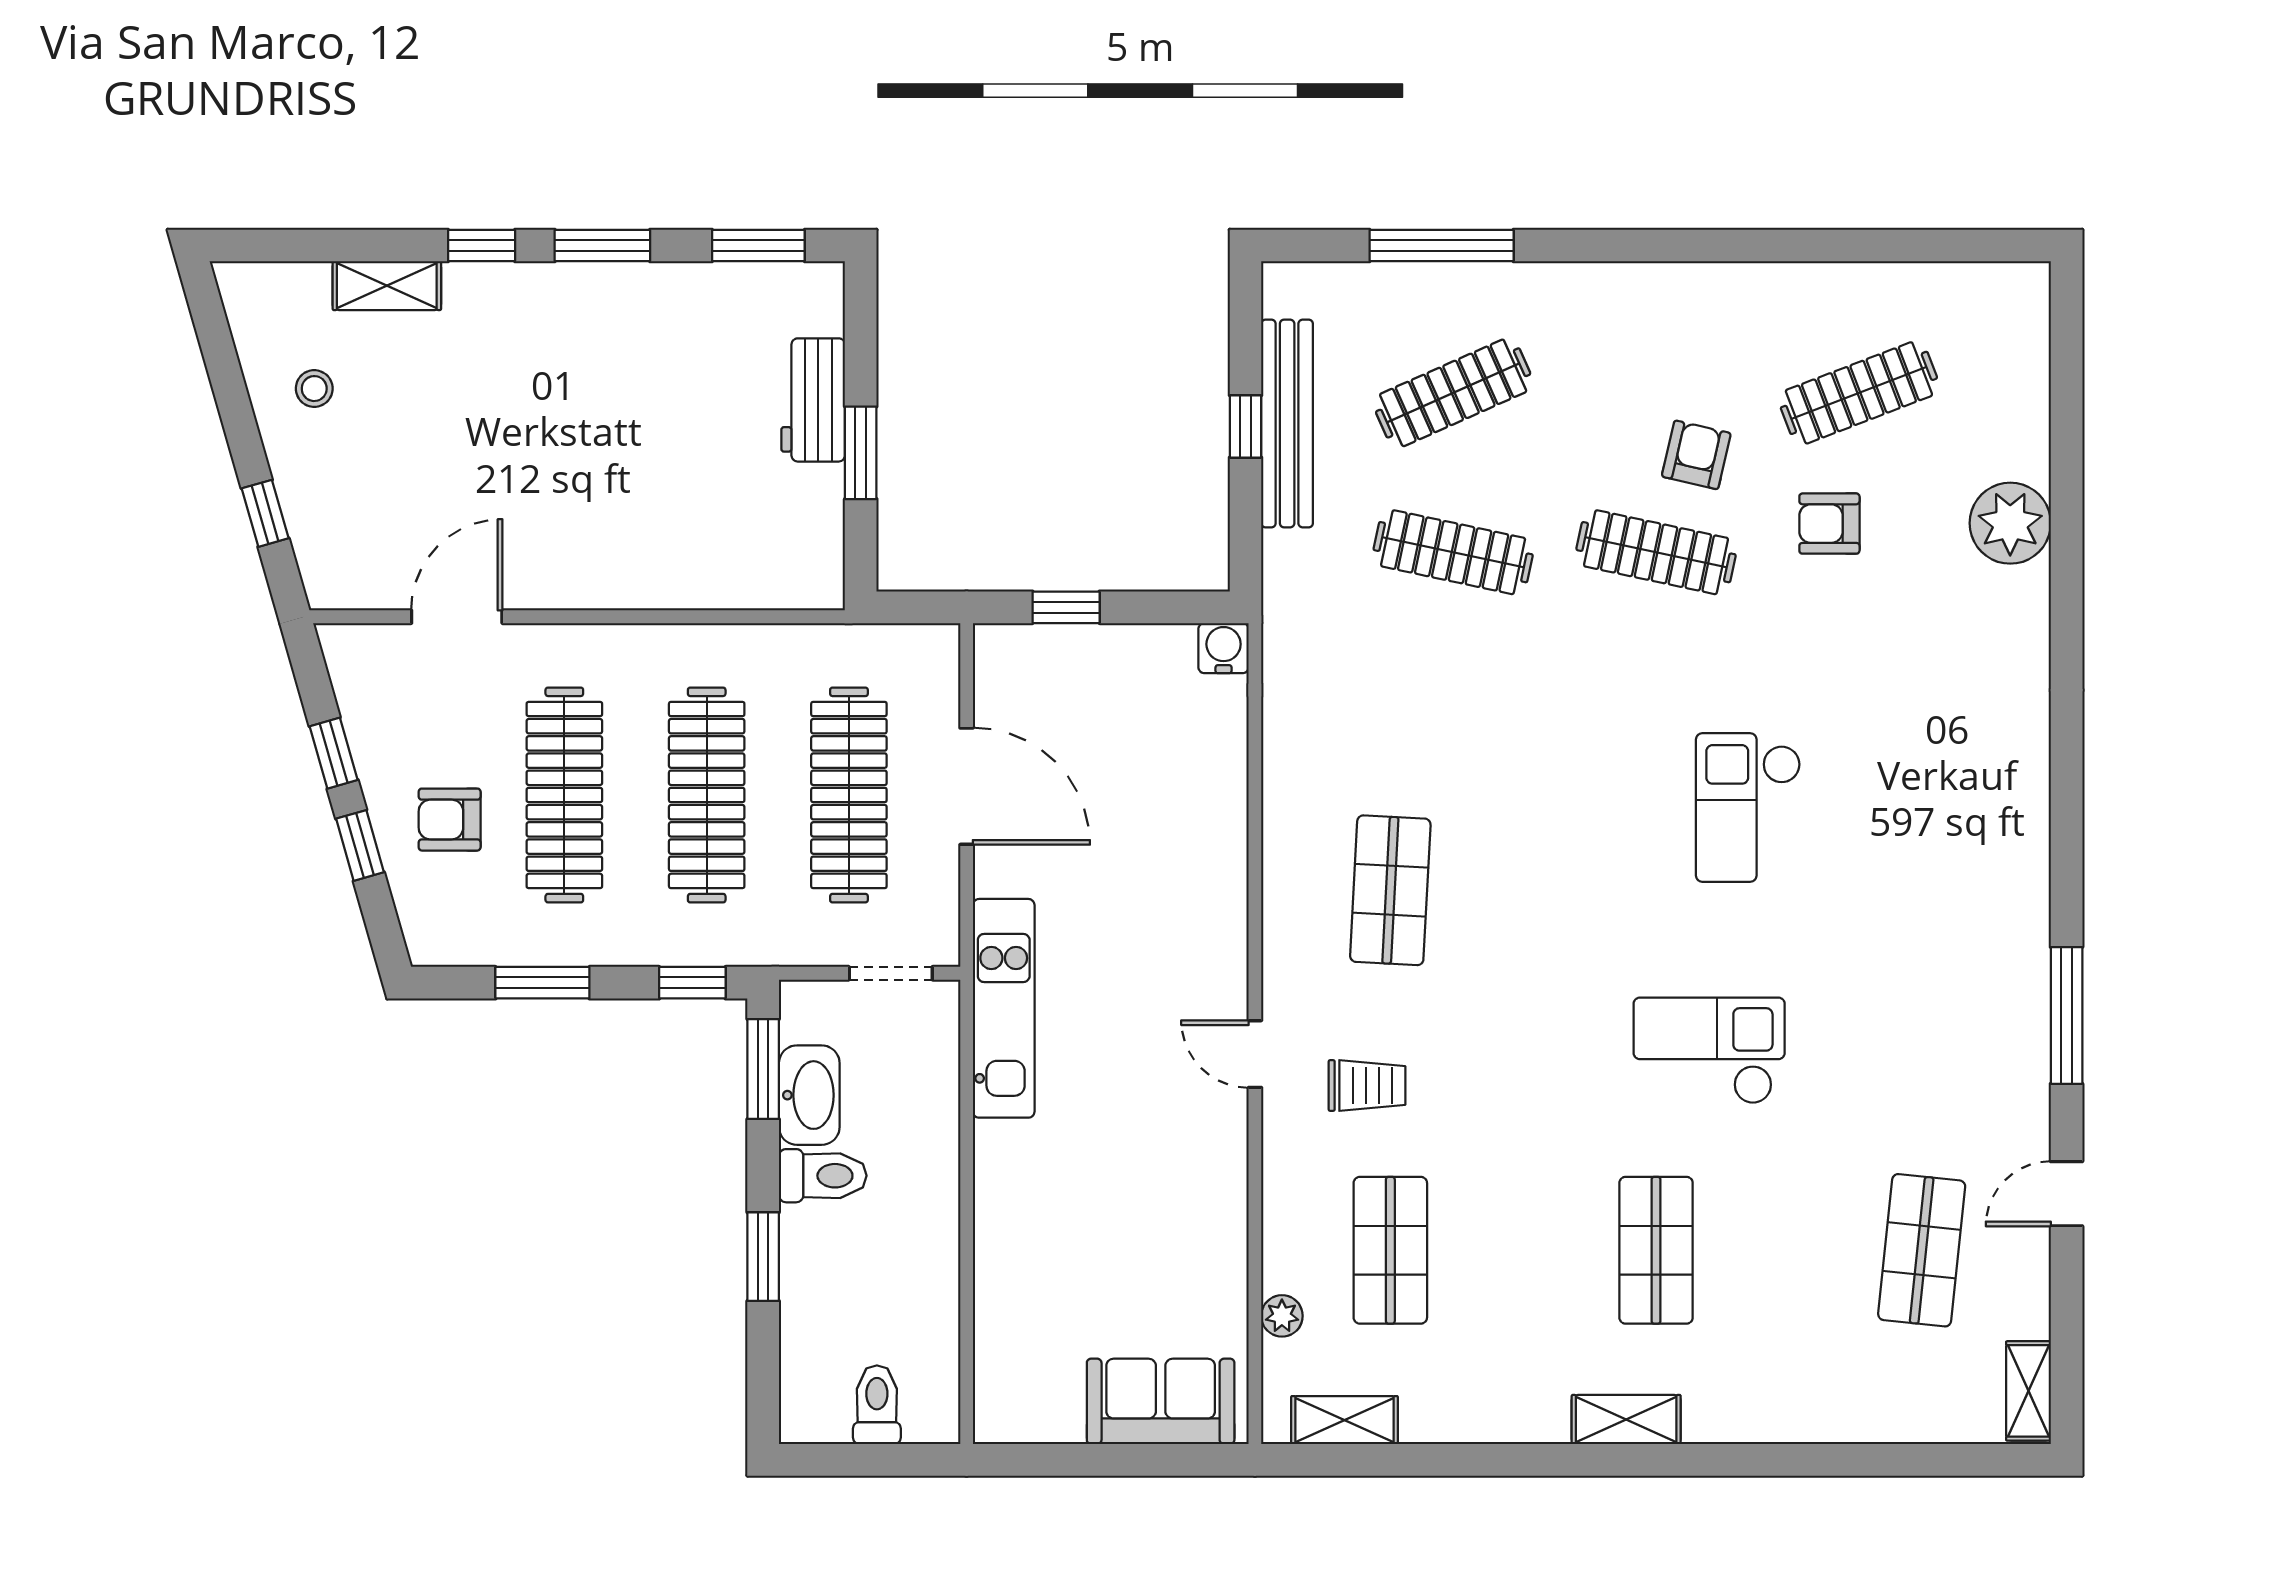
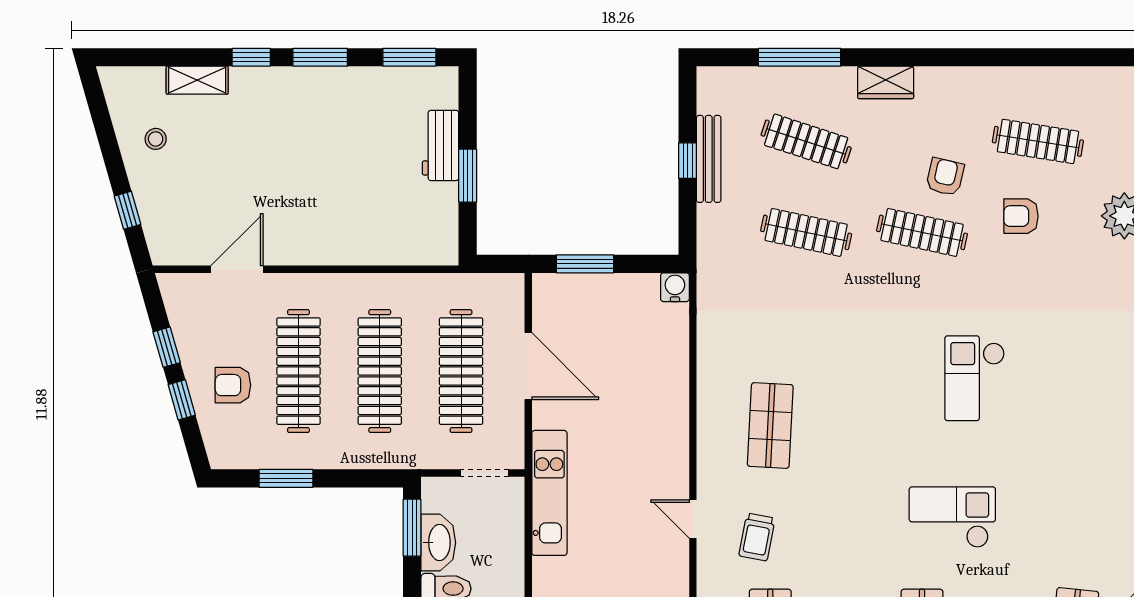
wardrobe: (1592, 290) -> (886, 82), added
clothes rail: (1453, 393) -> (806, 141), turned 42
clothes rail: (1859, 393) -> (1038, 141), turned 30
bench: (1287, 424) -> (709, 159), width x0.73, depth x0.82
window: (1066, 607) -> (585, 264), width x1.50
window: (692, 983) -> (372, 478), removed
trolley: (1367, 1085) -> (757, 537), turned 101

